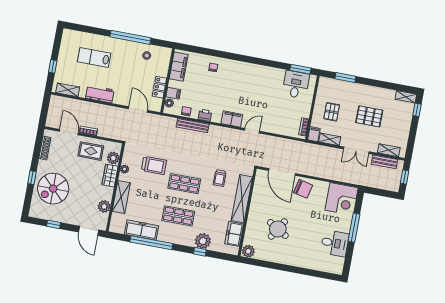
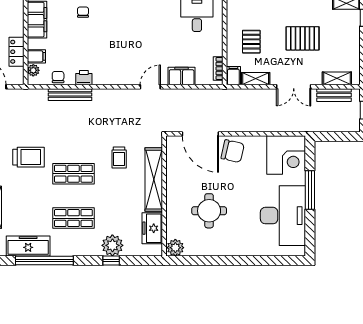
filing cabinet: (232, 119) -> (182, 76), moved
round table: (278, 229) -> (209, 211), turned -31
desk: (335, 243) -> (283, 216), width x1.87, depth x1.30

